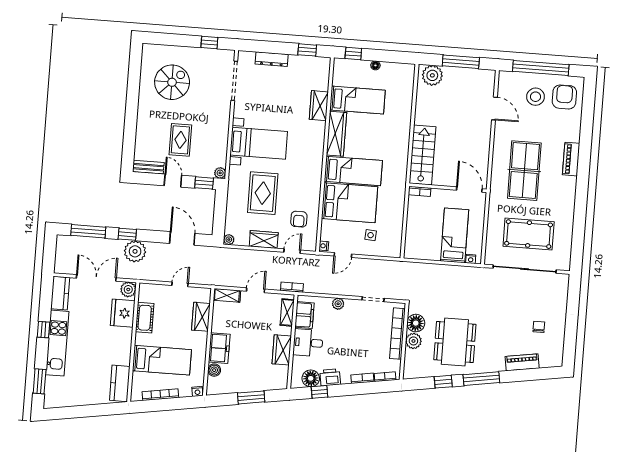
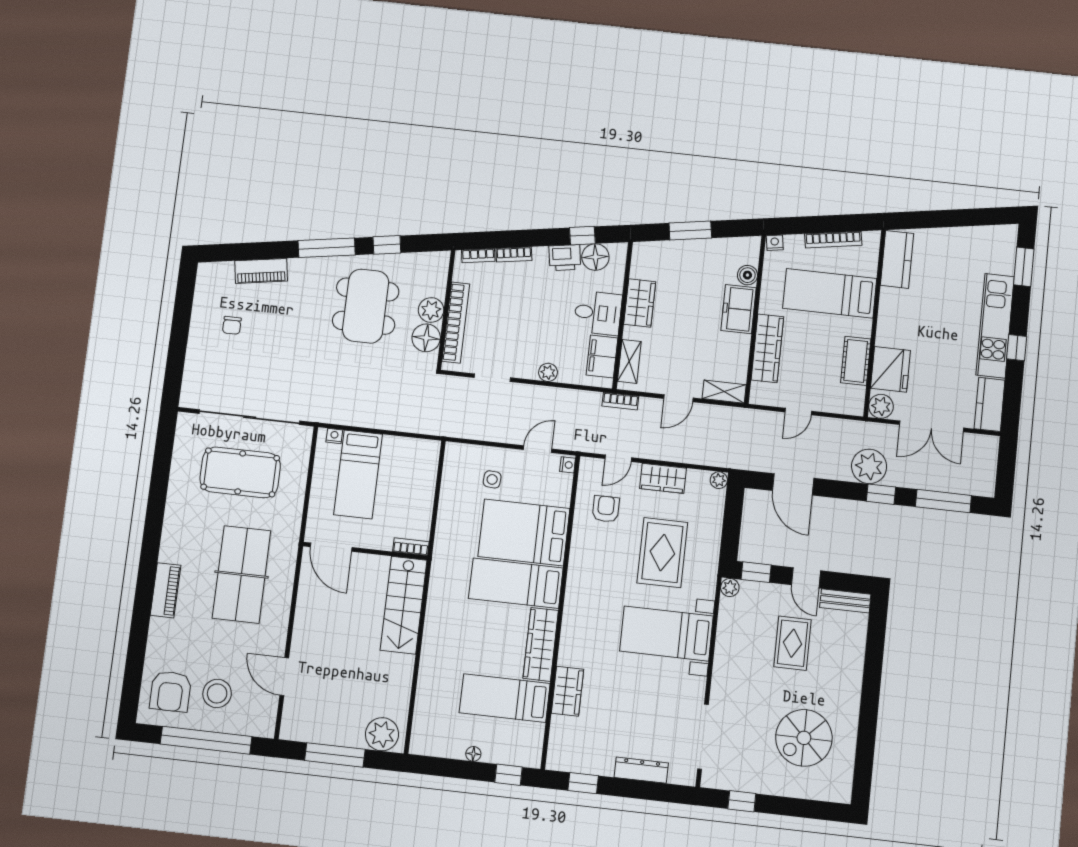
wardrobe: (201, 317) -> (767, 348), width x1.50

